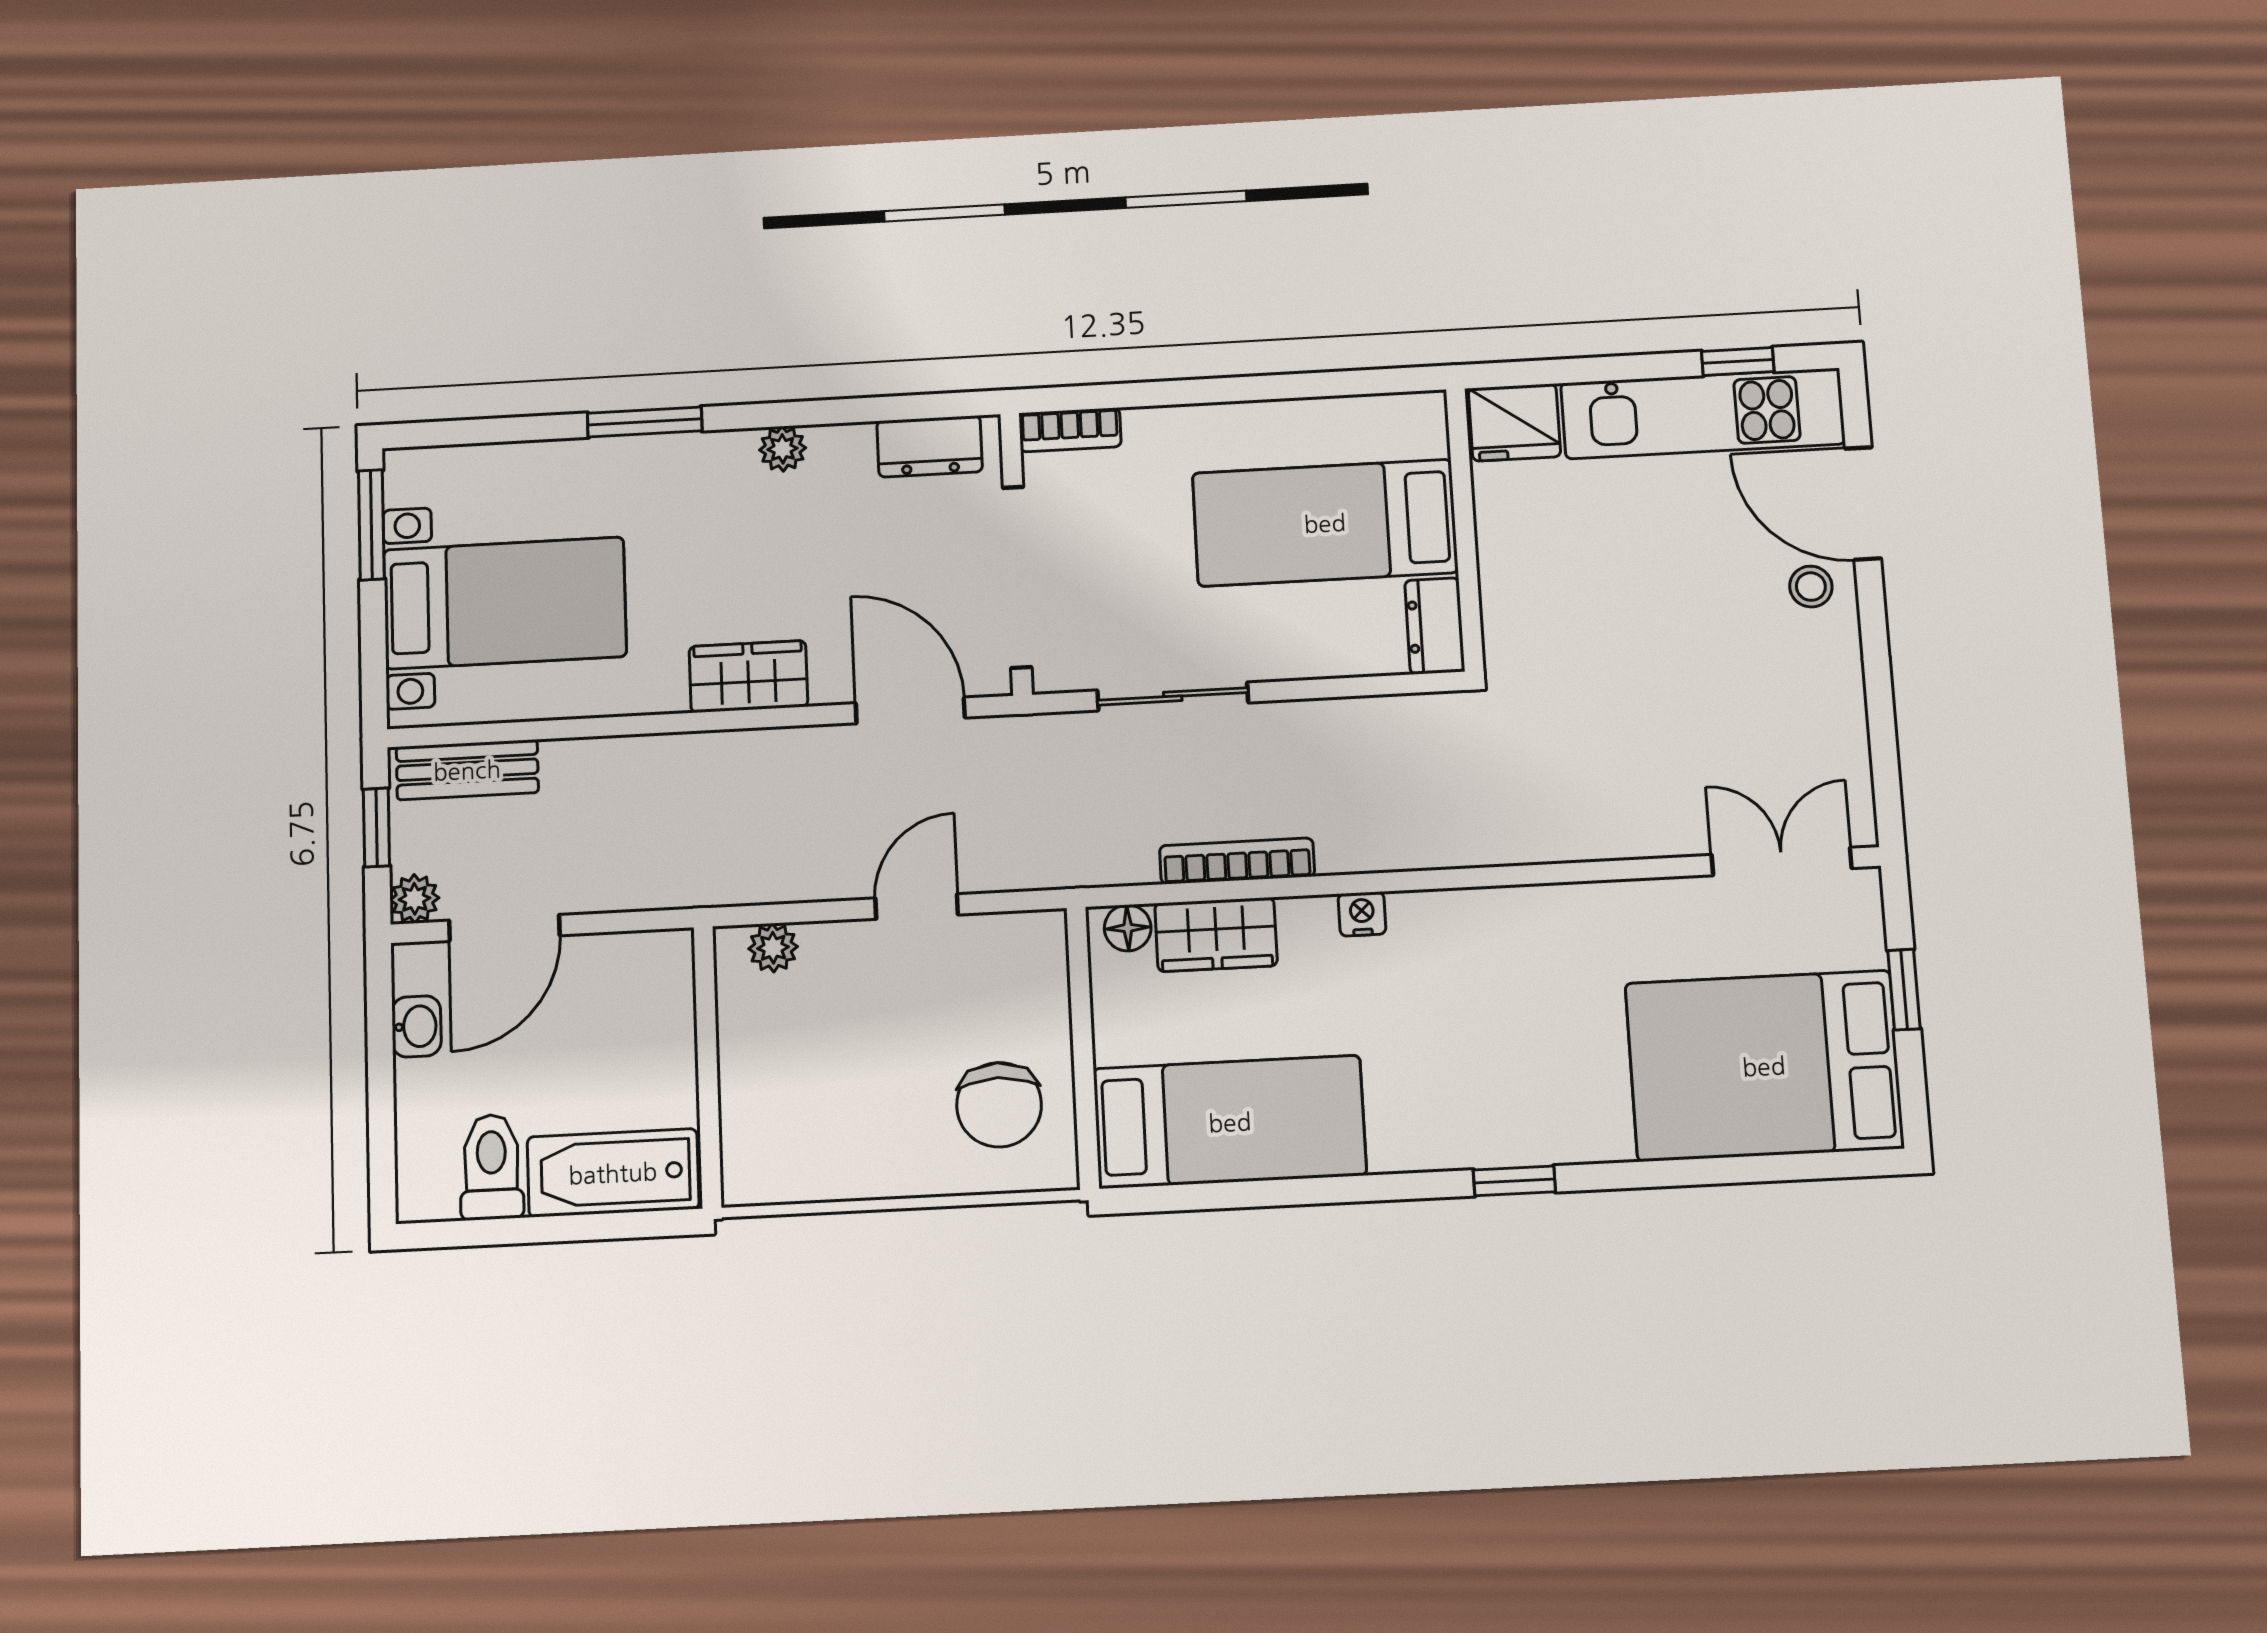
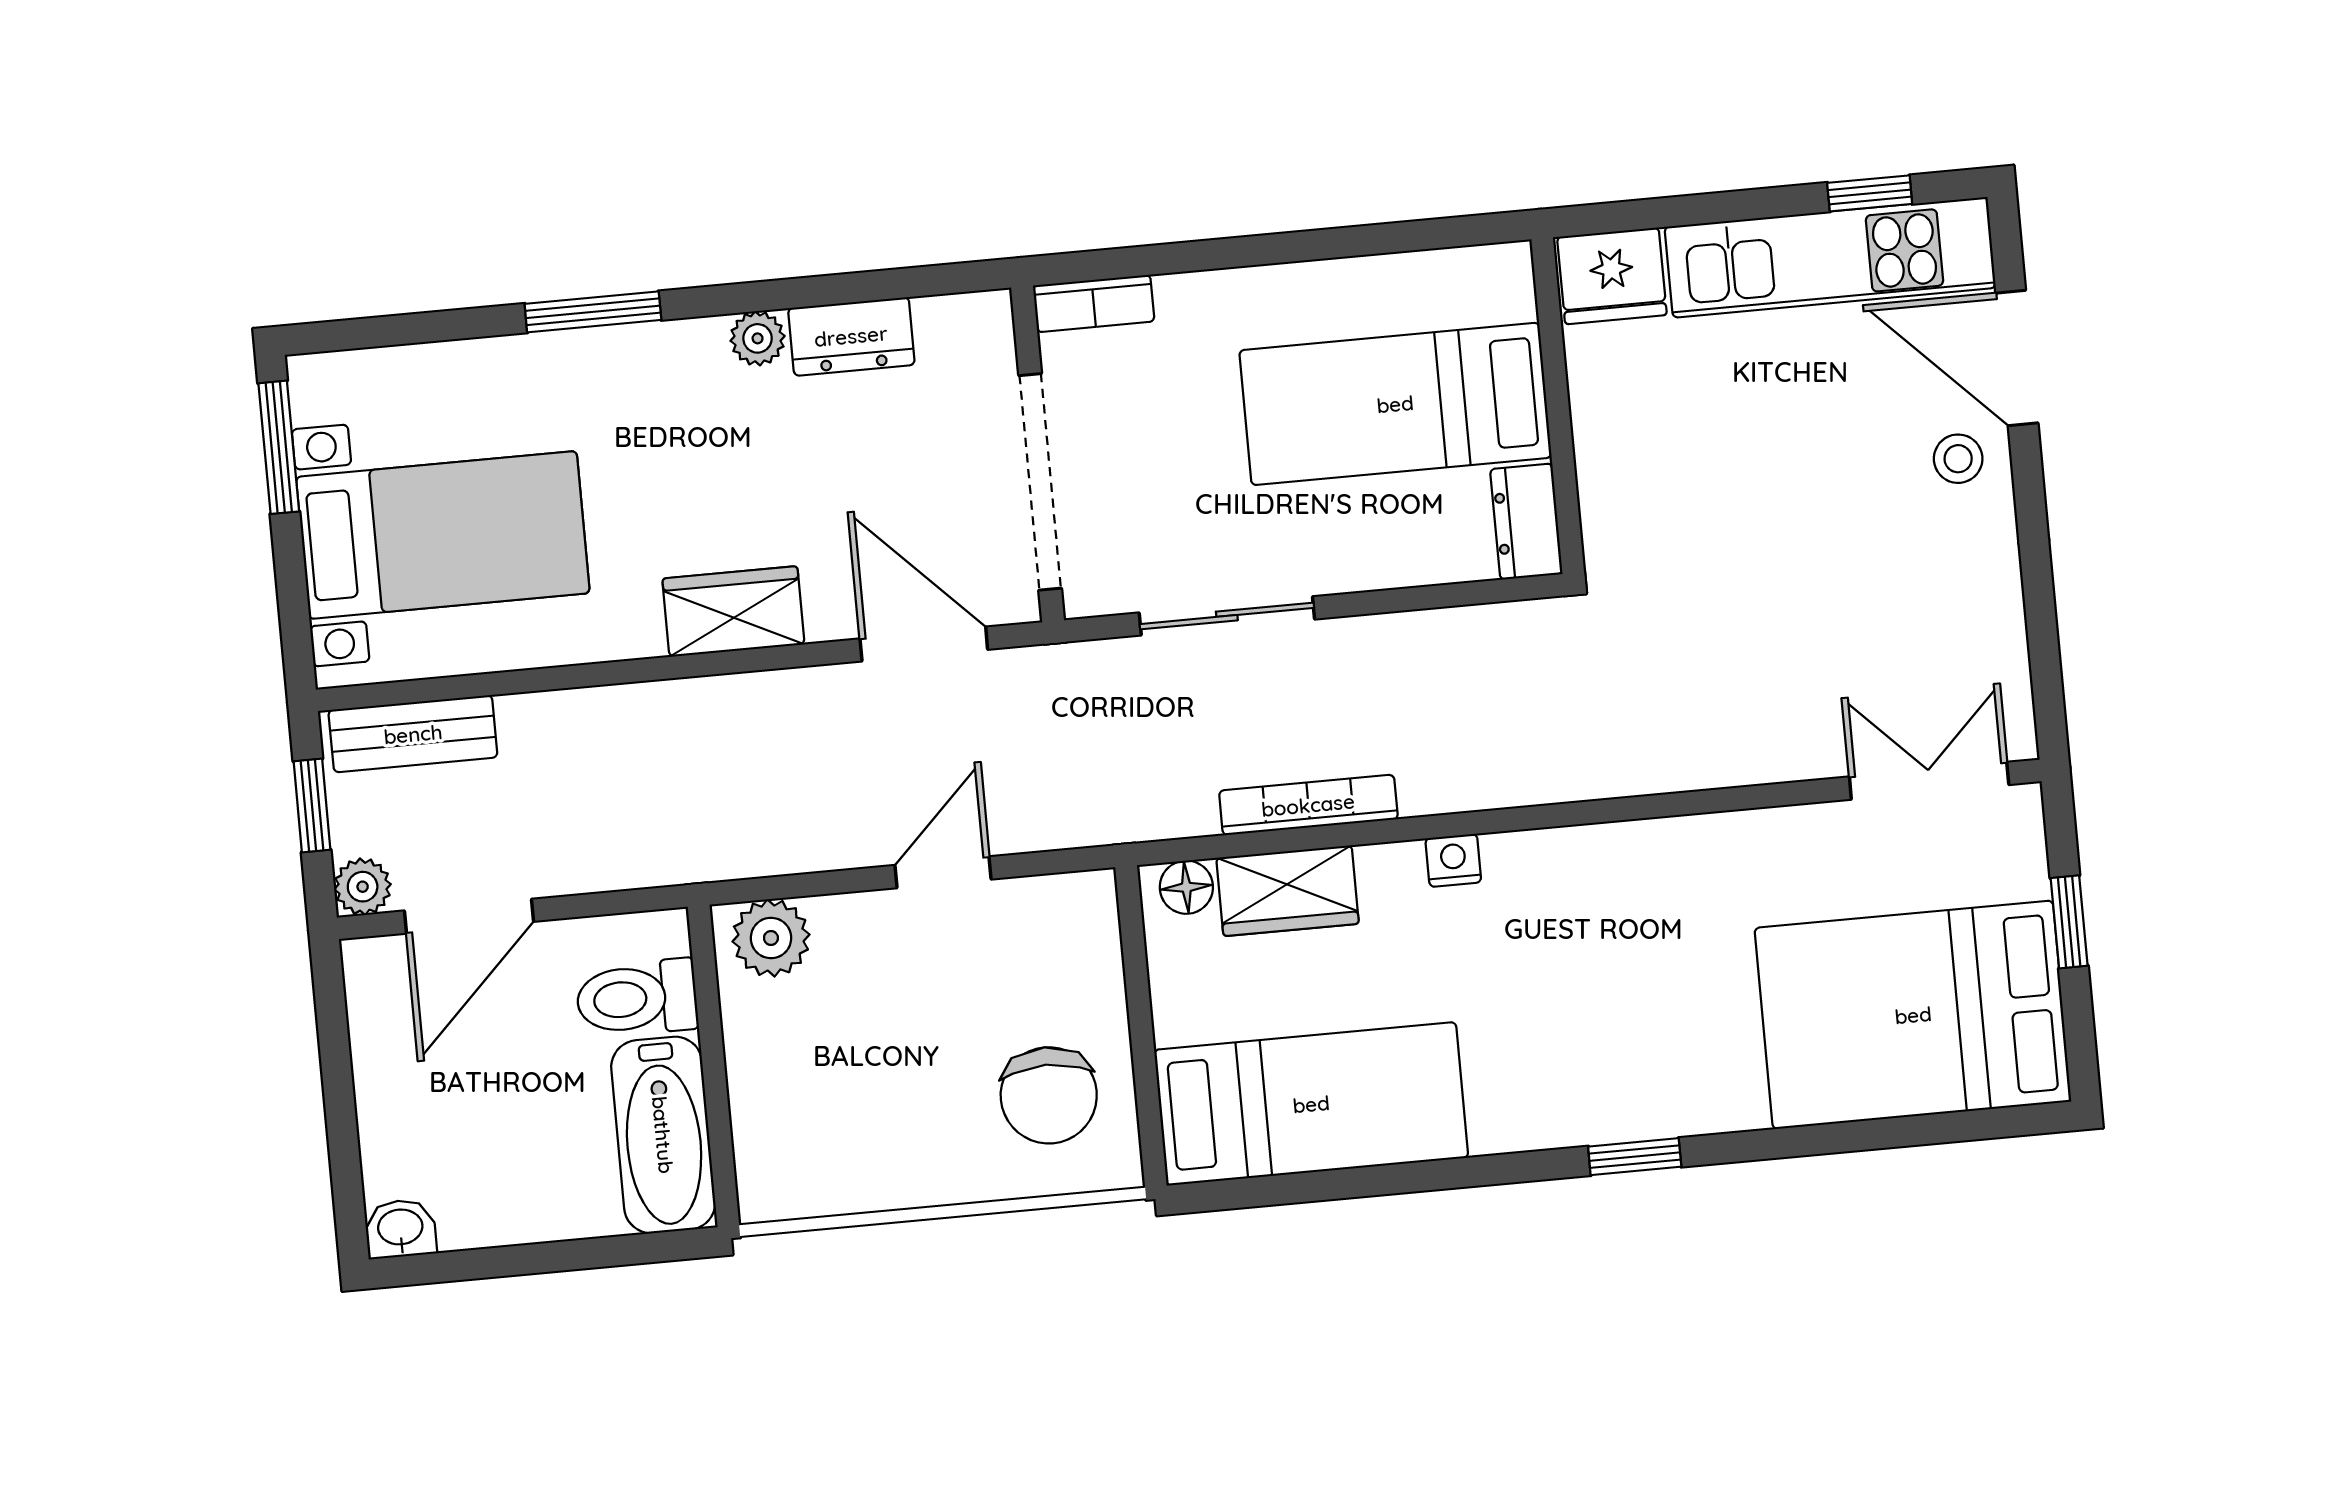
dresser: (930, 446) -> (851, 336), moved
plant: (773, 948) -> (771, 938), width x1.38, depth x1.38
washbasin: (416, 1026) -> (400, 1229), moved, turned -90
toilet: (492, 1167) -> (637, 998), moved, turned -90
bathtub: (613, 1173) -> (663, 1135), moved, turned -90

